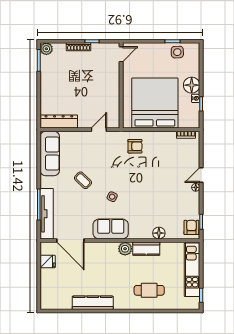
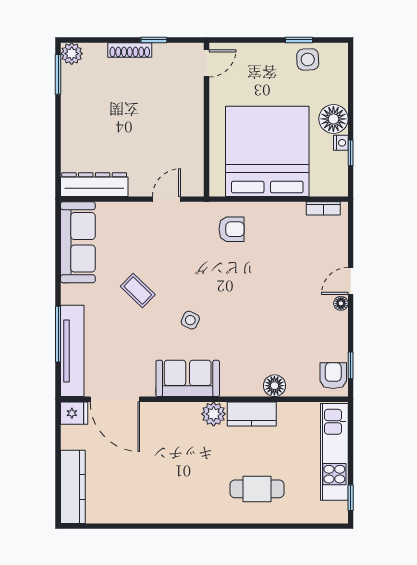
fridge: (48, 262) -> (74, 413), moved
kitchen counter: (93, 303) -> (73, 487), moved, turned 90

